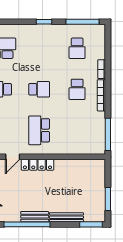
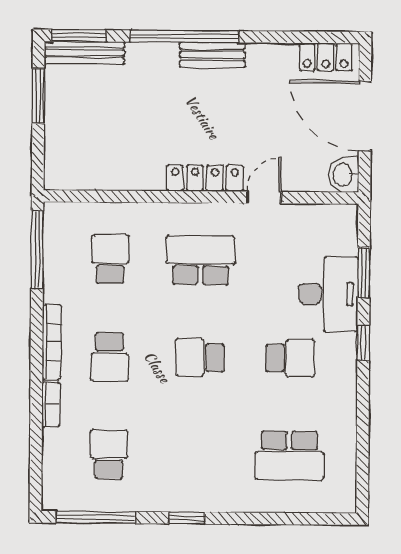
school desk: (77, 89) -> (110, 357), turned 180
school desk: (39, 130) -> (201, 260), turned -90
school desk: (77, 130) -> (110, 259), added
bench: (66, 217) -> (84, 53), moved
window: (27, 224) -> (184, 36), moved

